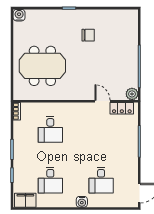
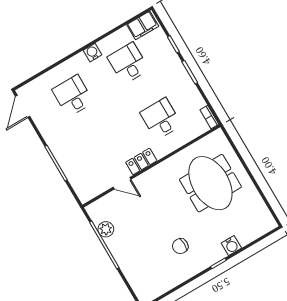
water cooler: (19, 15) -> (231, 245), moved
meeting table: (42, 66) -> (210, 183), turned 90
plant: (132, 94) -> (106, 229), moved
locker: (122, 108) -> (141, 161), moved
water cooler: (82, 202) -> (93, 53), moved

